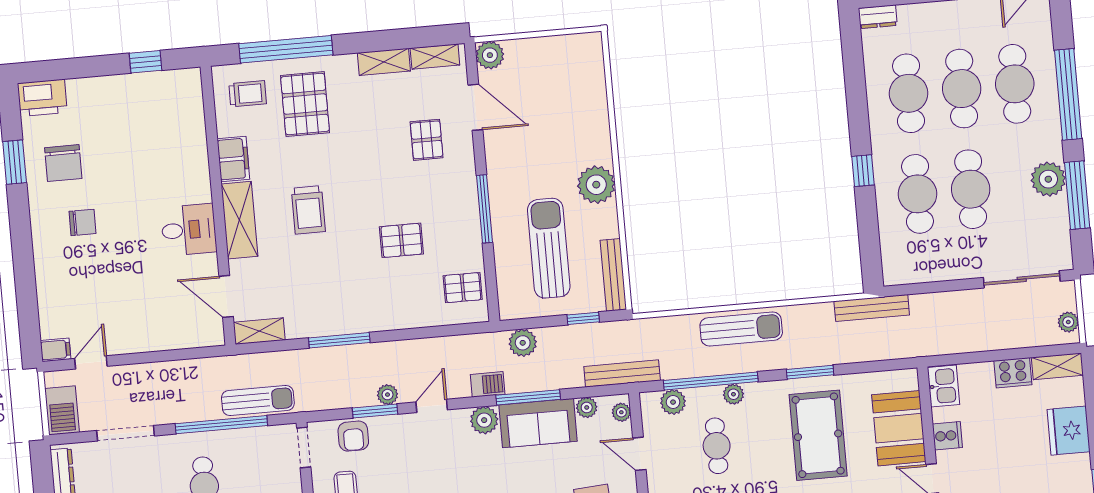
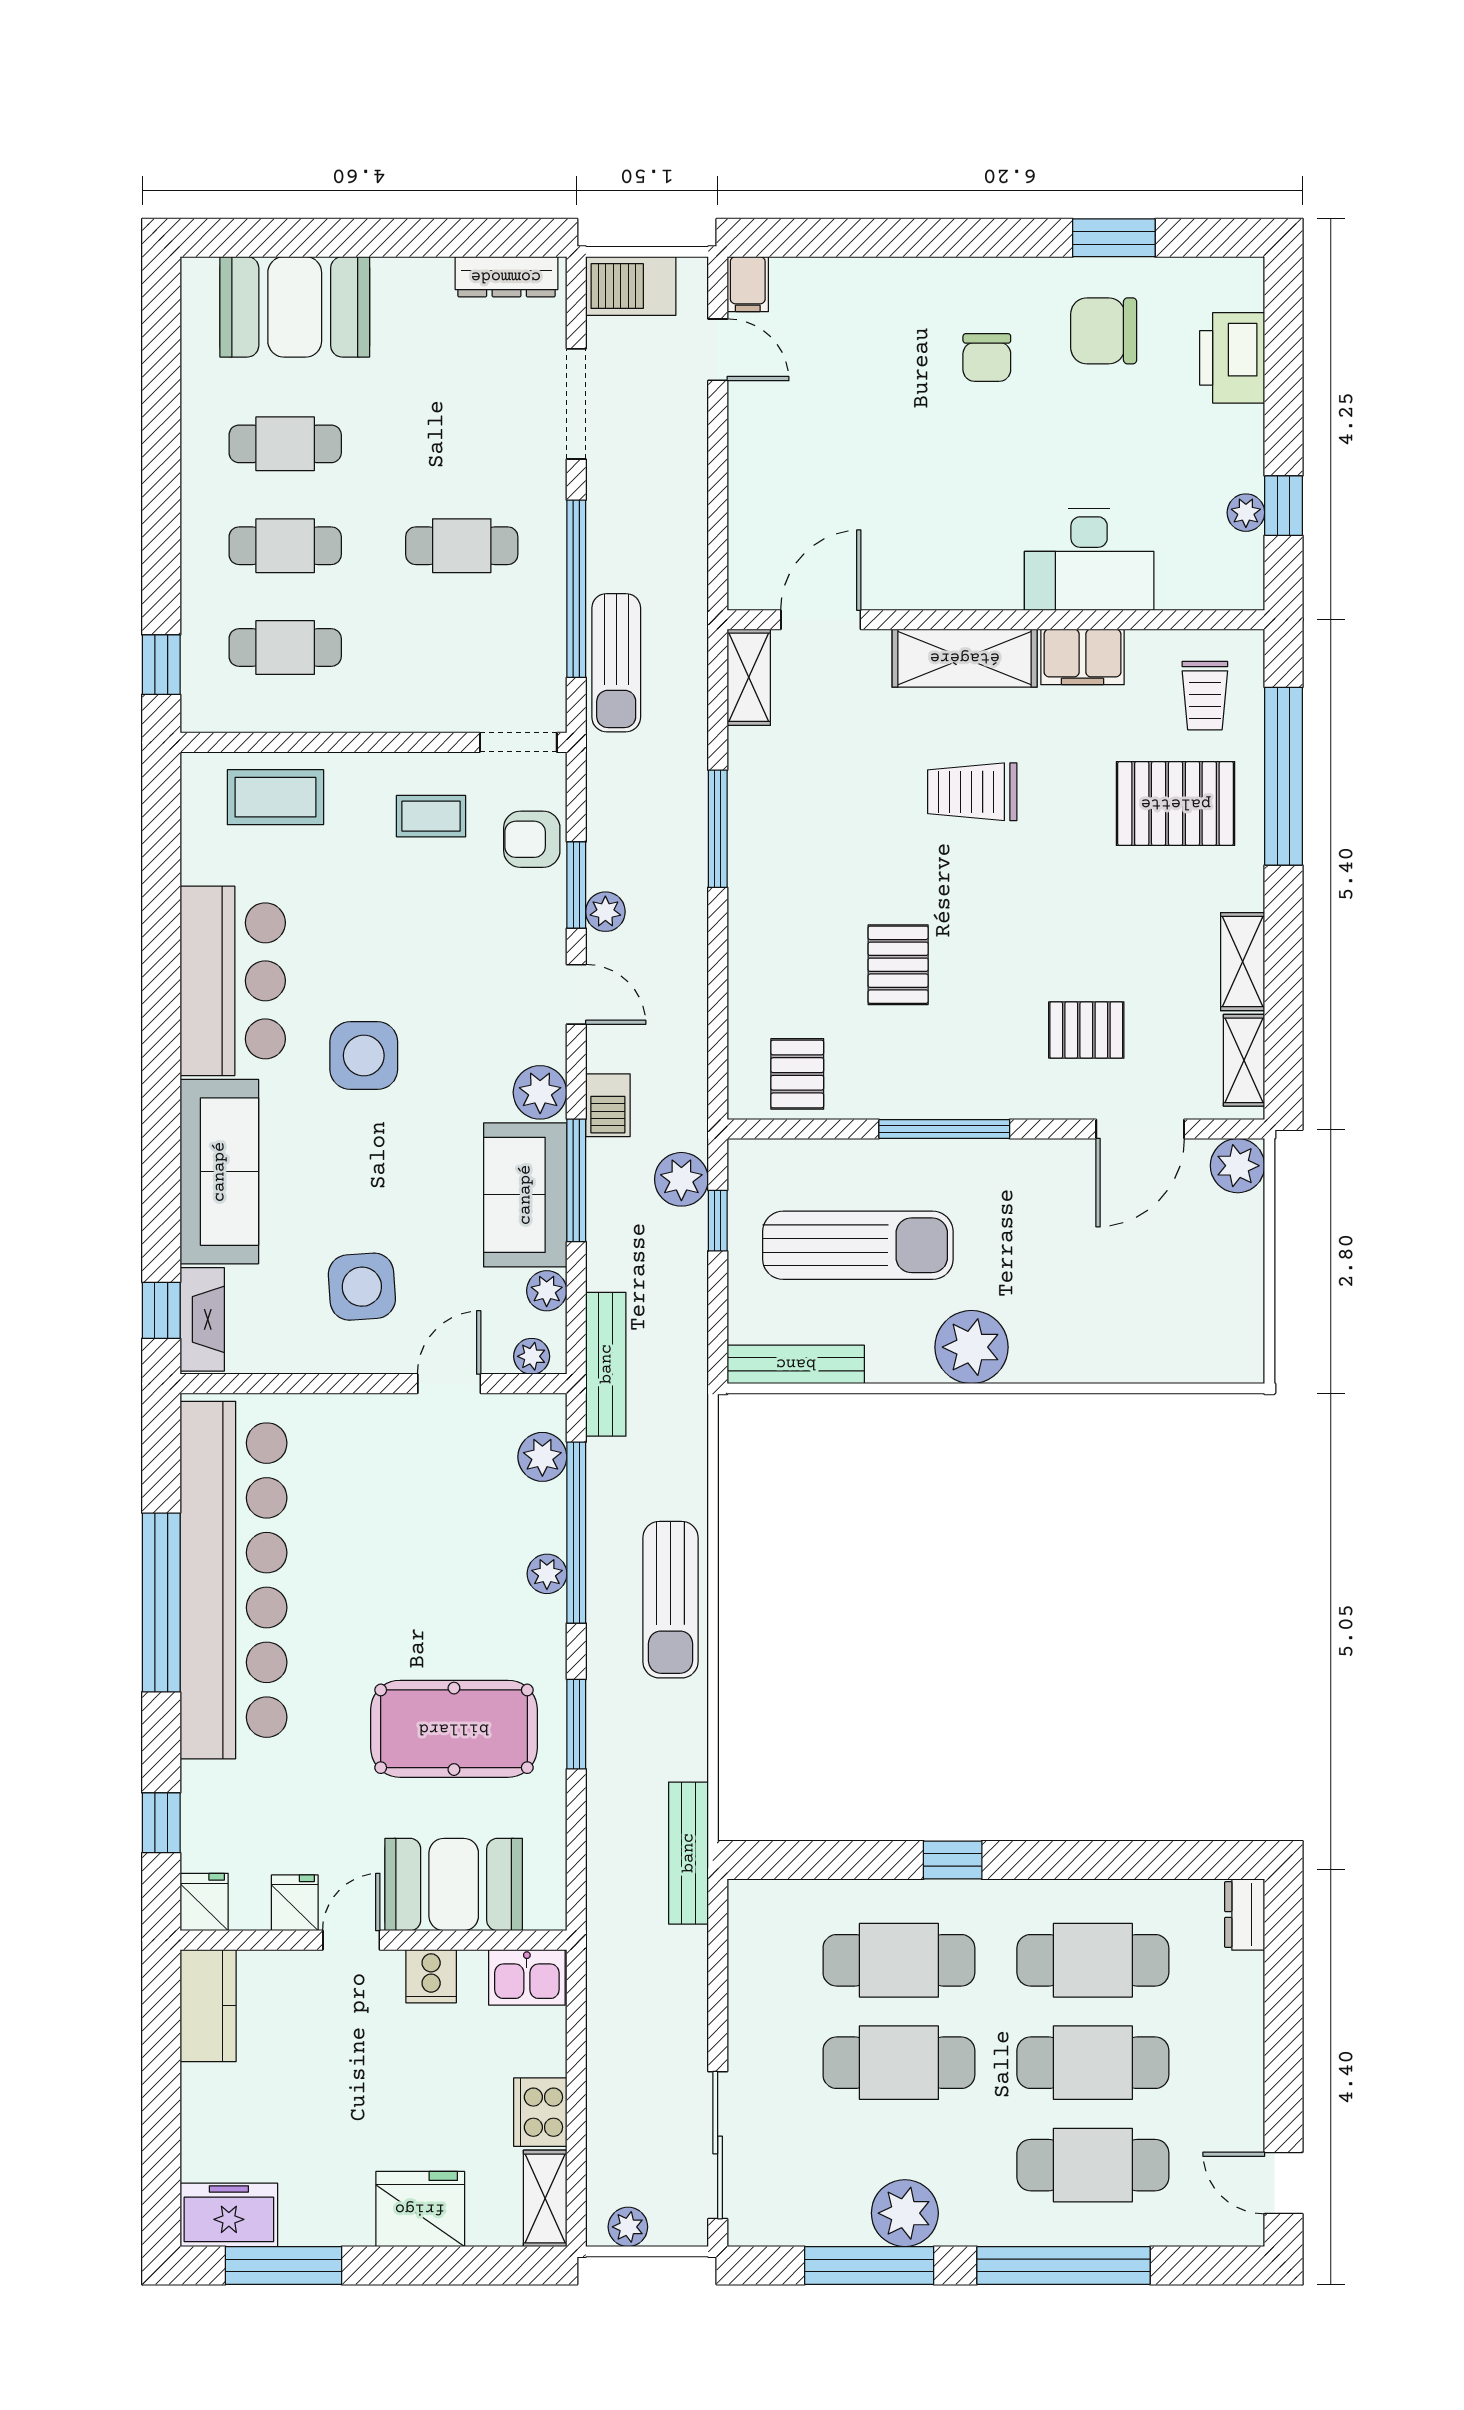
plant: (151, 81) -> (1246, 513), added
printer: (42, 98) -> (1232, 358), moved
desk: (189, 230) -> (1089, 559), moved, width x1.37
window: (583, 318) -> (718, 1221), moved
cafe table: (717, 446) -> (451, 1533), removed

